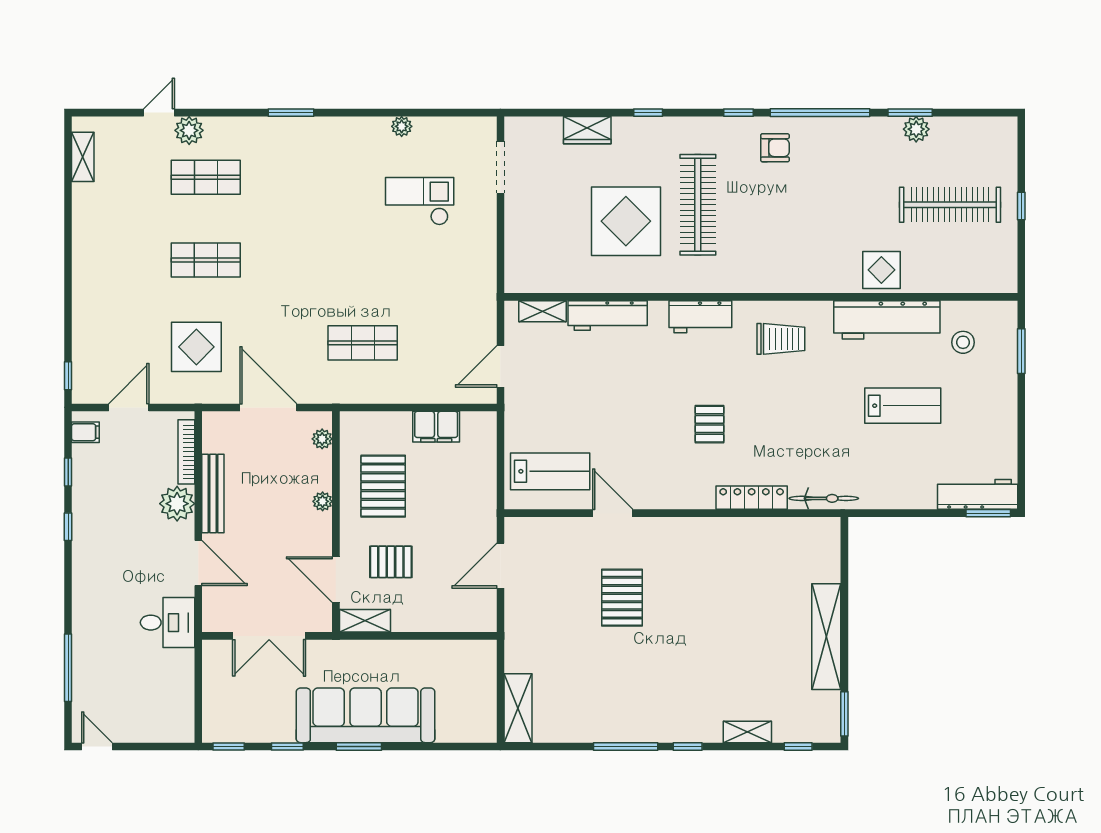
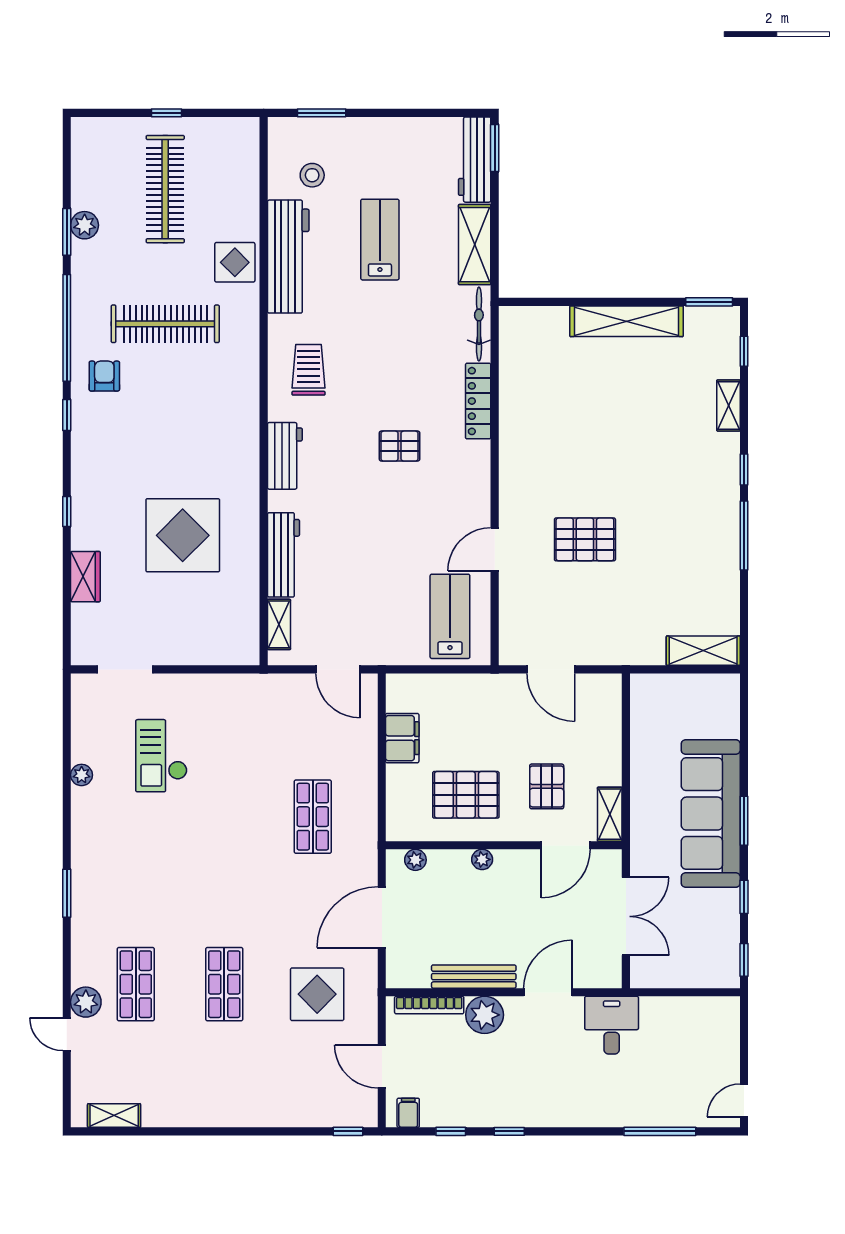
clothes rail: (698, 205) -> (165, 324), moved
shelving: (898, 494) -> (475, 245), added

